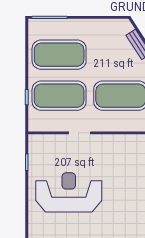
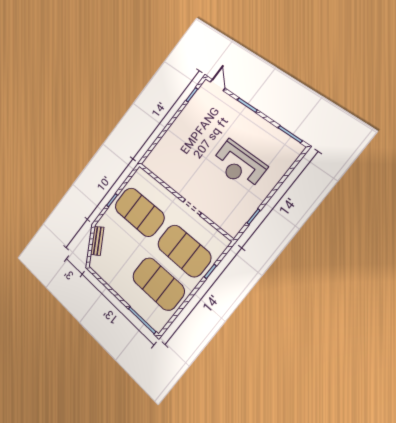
reception desk: (69, 192) -> (239, 165), width x0.74, depth x0.77

